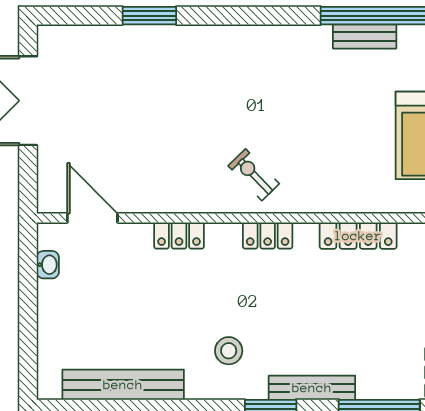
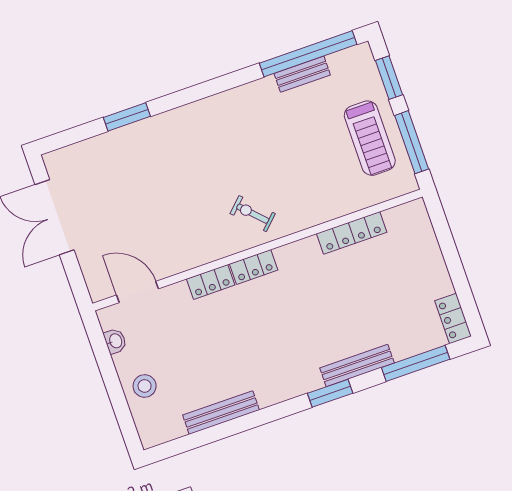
locker: (268, 235) -> (254, 267), moved
stool: (229, 351) -> (145, 386), moved
bench: (123, 385) -> (221, 413), width x0.73, depth x0.82

